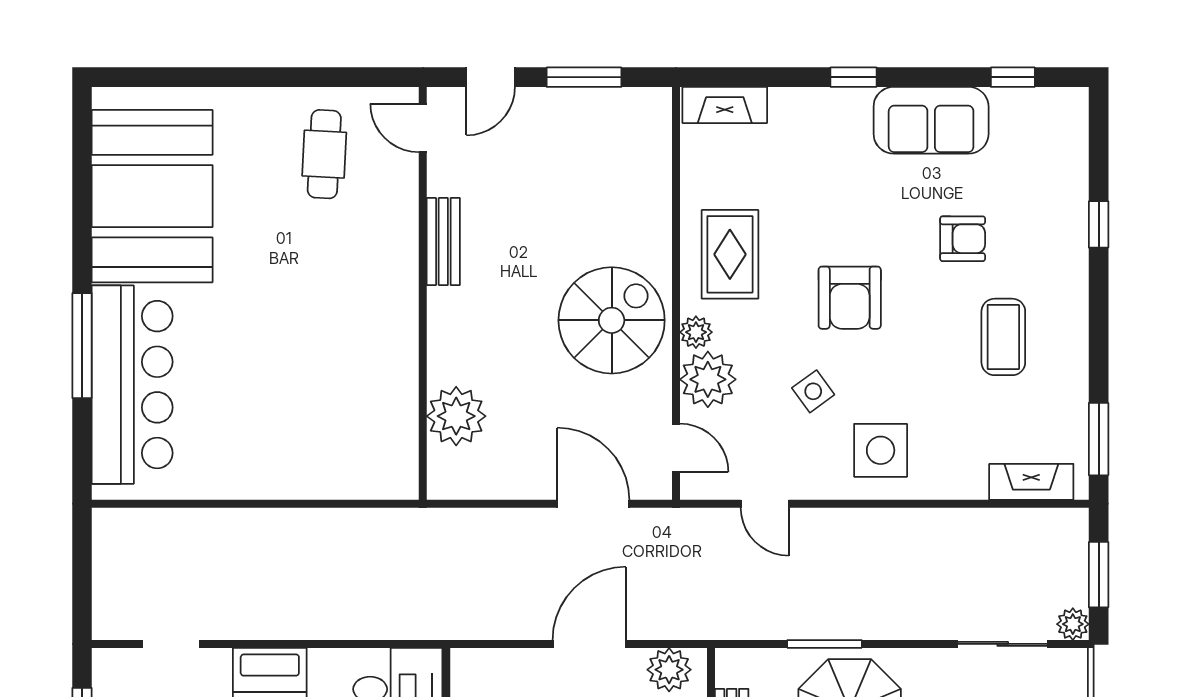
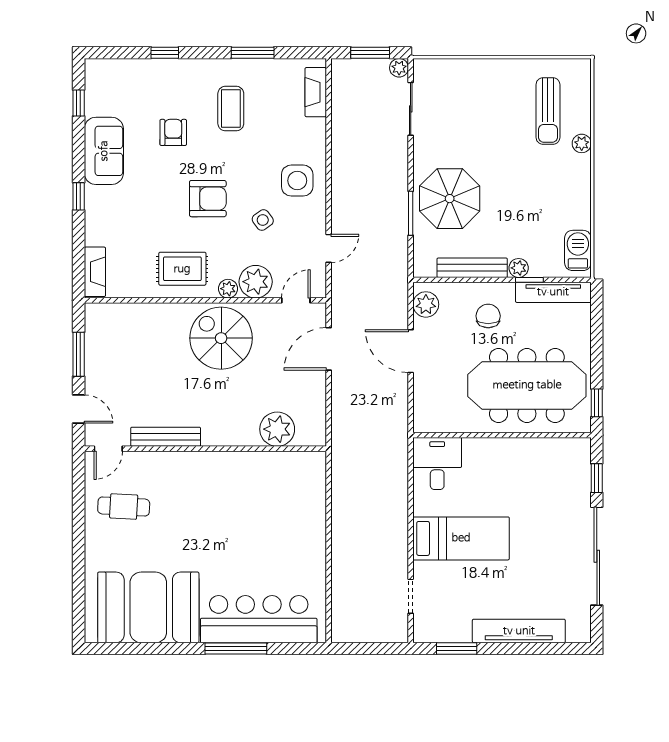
bench: (443, 242) -> (166, 437), width x1.36
coffee table: (1003, 337) -> (231, 109), turned 90
window: (1099, 439) -> (253, 53), moved

